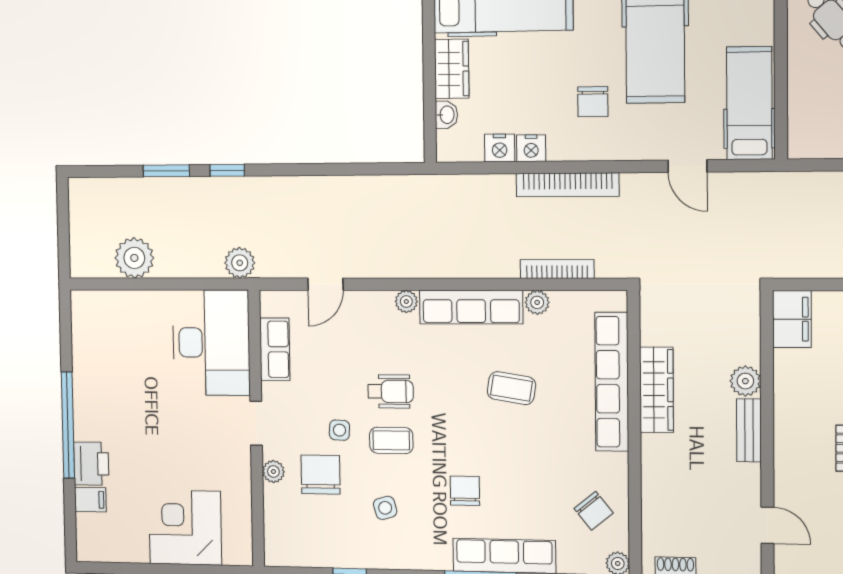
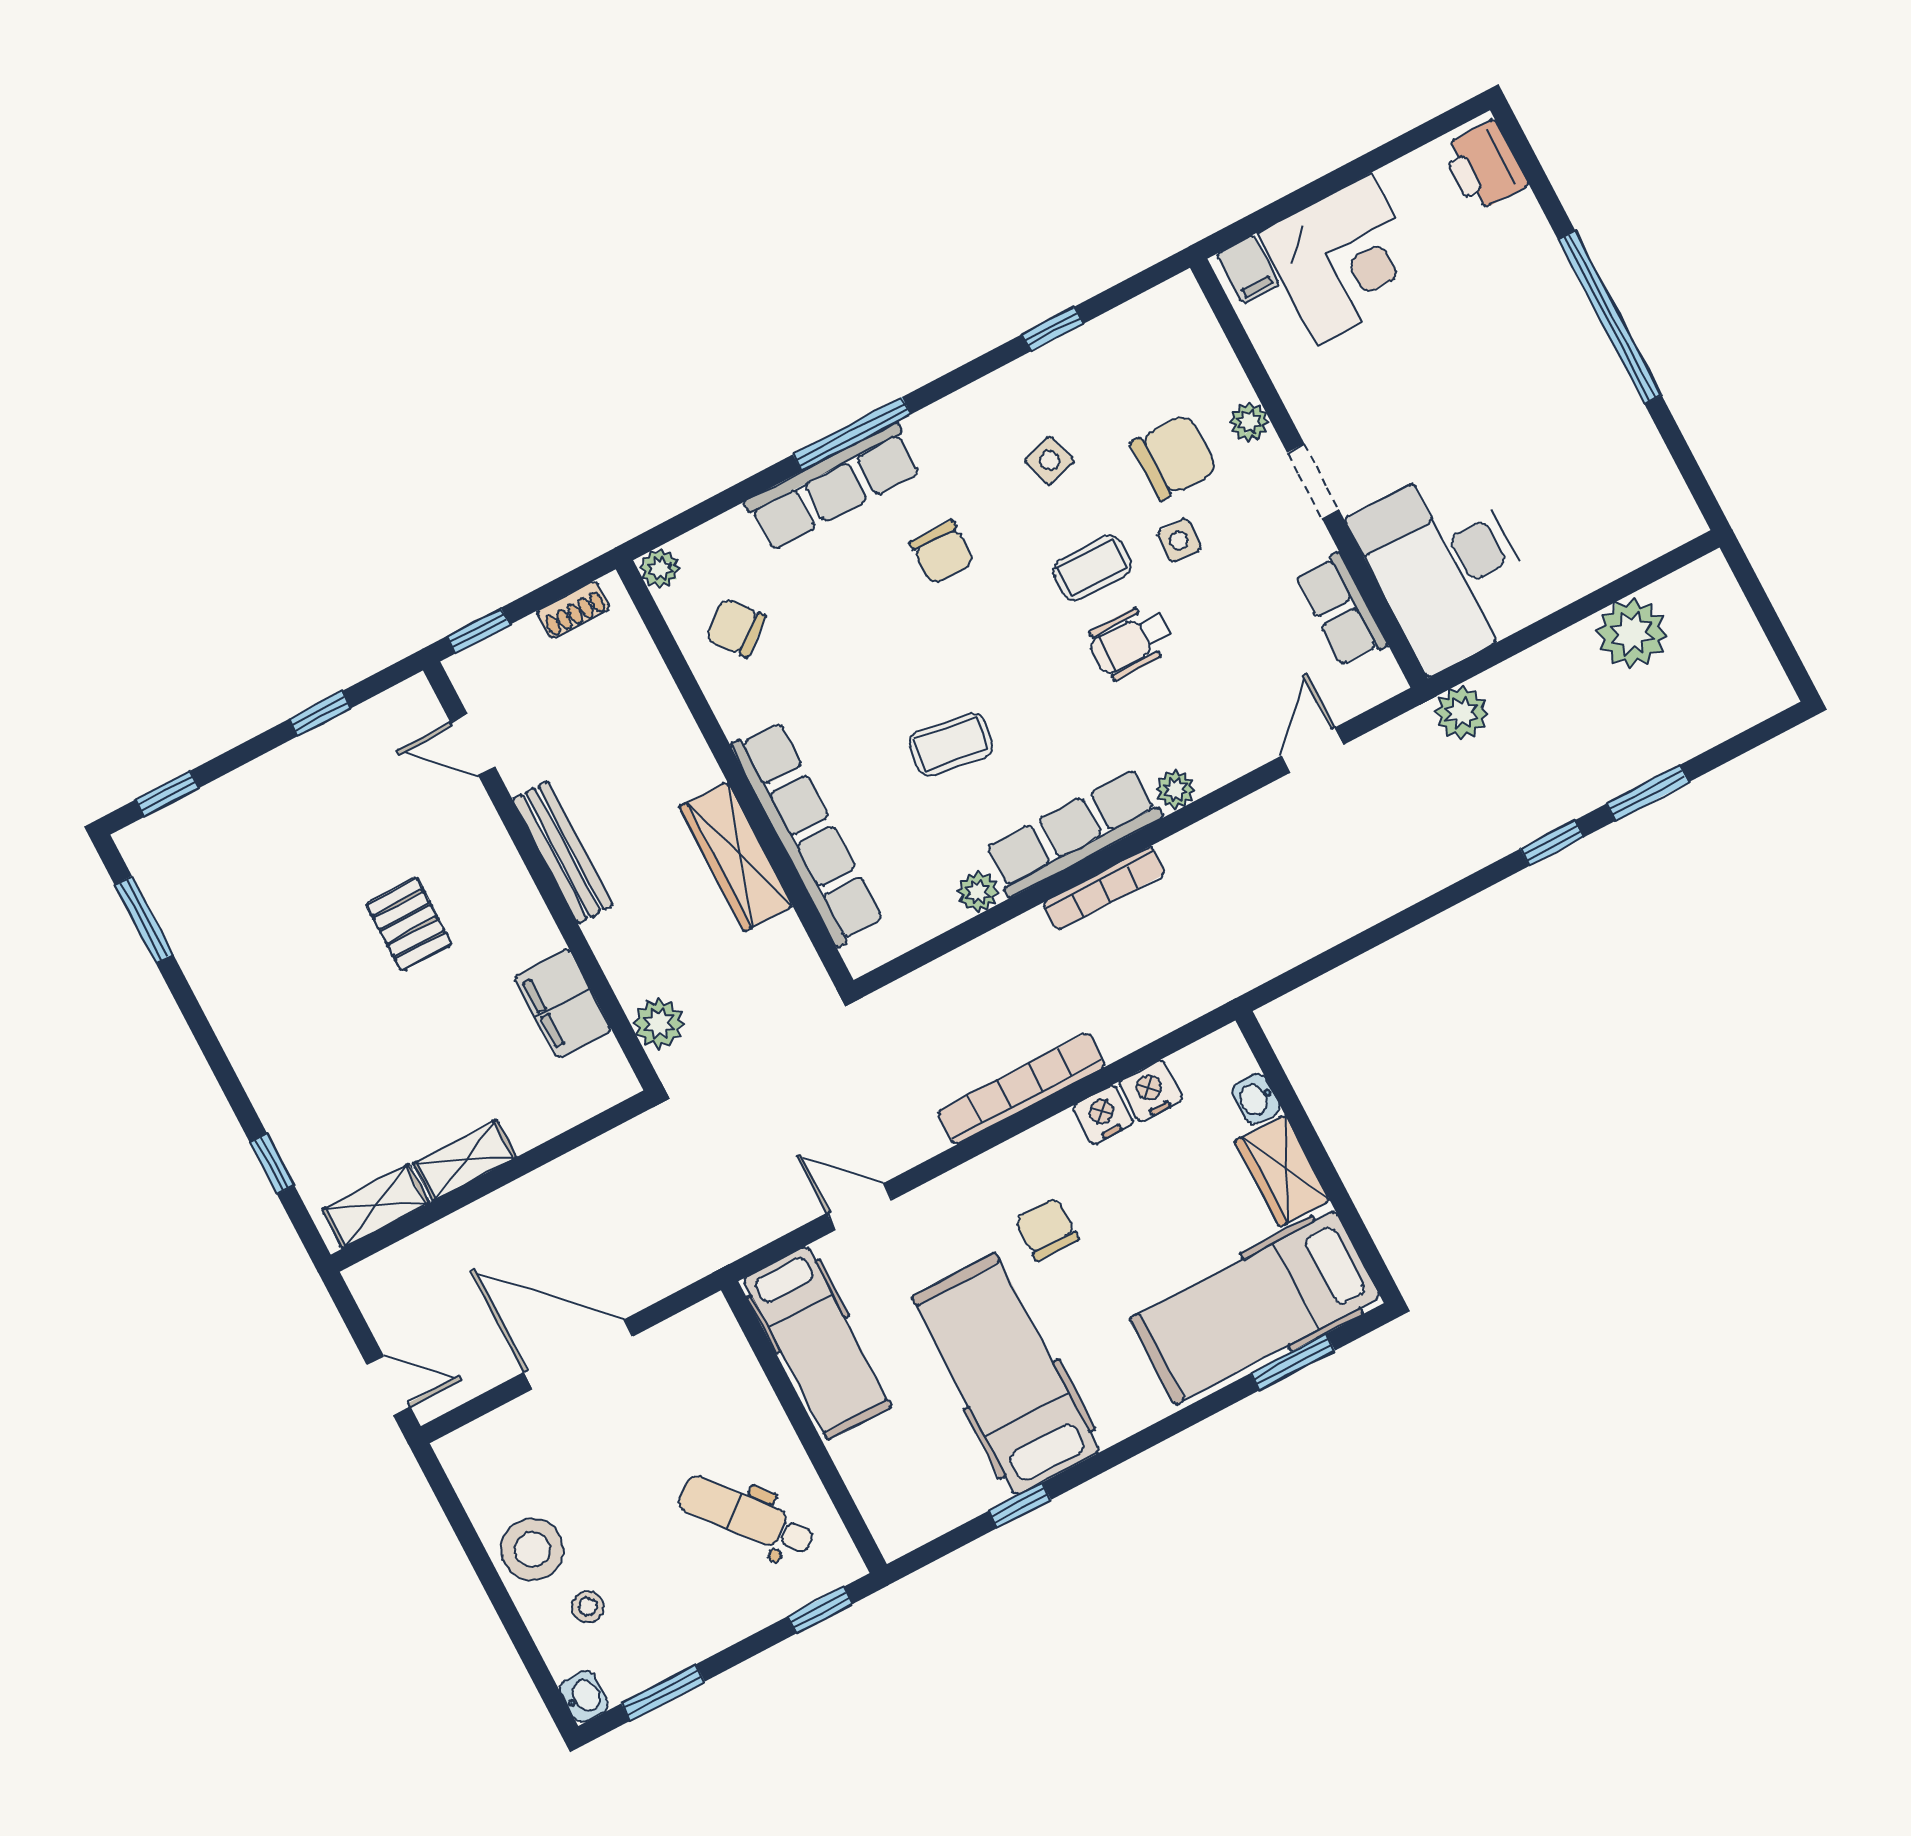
bookcase: (557, 269) -> (1104, 888), moved
filing cabinet: (792, 319) -> (563, 1003), moved
plant: (745, 381) -> (659, 1023), moved
bench: (749, 430) -> (563, 852), width x1.36
printer: (91, 464) -> (1484, 166), moved
chair: (321, 475) -> (1174, 457), turned -90
filing cabinet: (90, 500) -> (1248, 269), moved, turned -90

